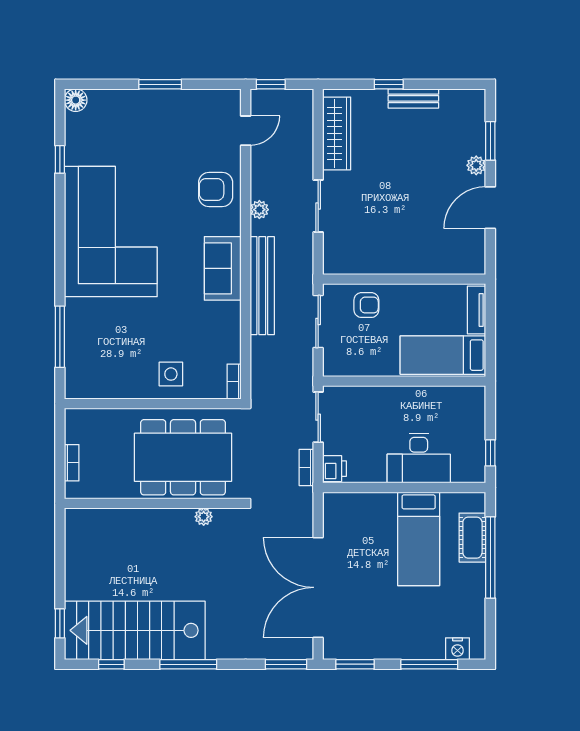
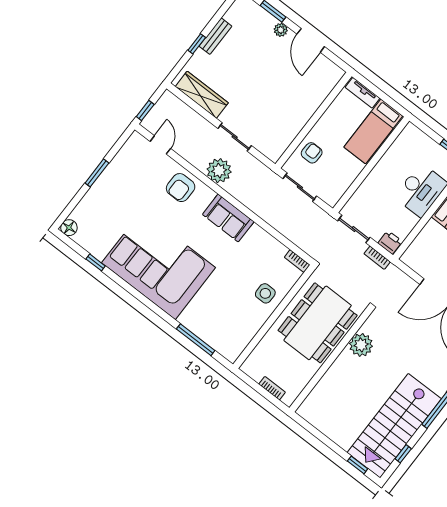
plant: (259, 210) -> (219, 171), width x1.87, depth x1.87
bench: (262, 286) -> (255, 203), removed
plant: (204, 517) -> (361, 345), width x1.87, depth x1.87

